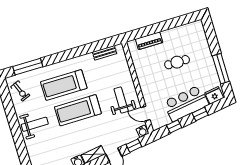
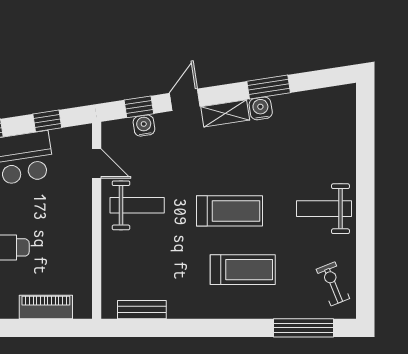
treadmill: (64, 85) -> (243, 270), width x0.73, depth x0.73
weight bench: (121, 100) -> (137, 205), turned -90
treadmill: (78, 110) -> (229, 211), width x0.73, depth x0.73
water cooler: (142, 131) -> (144, 126), moved

